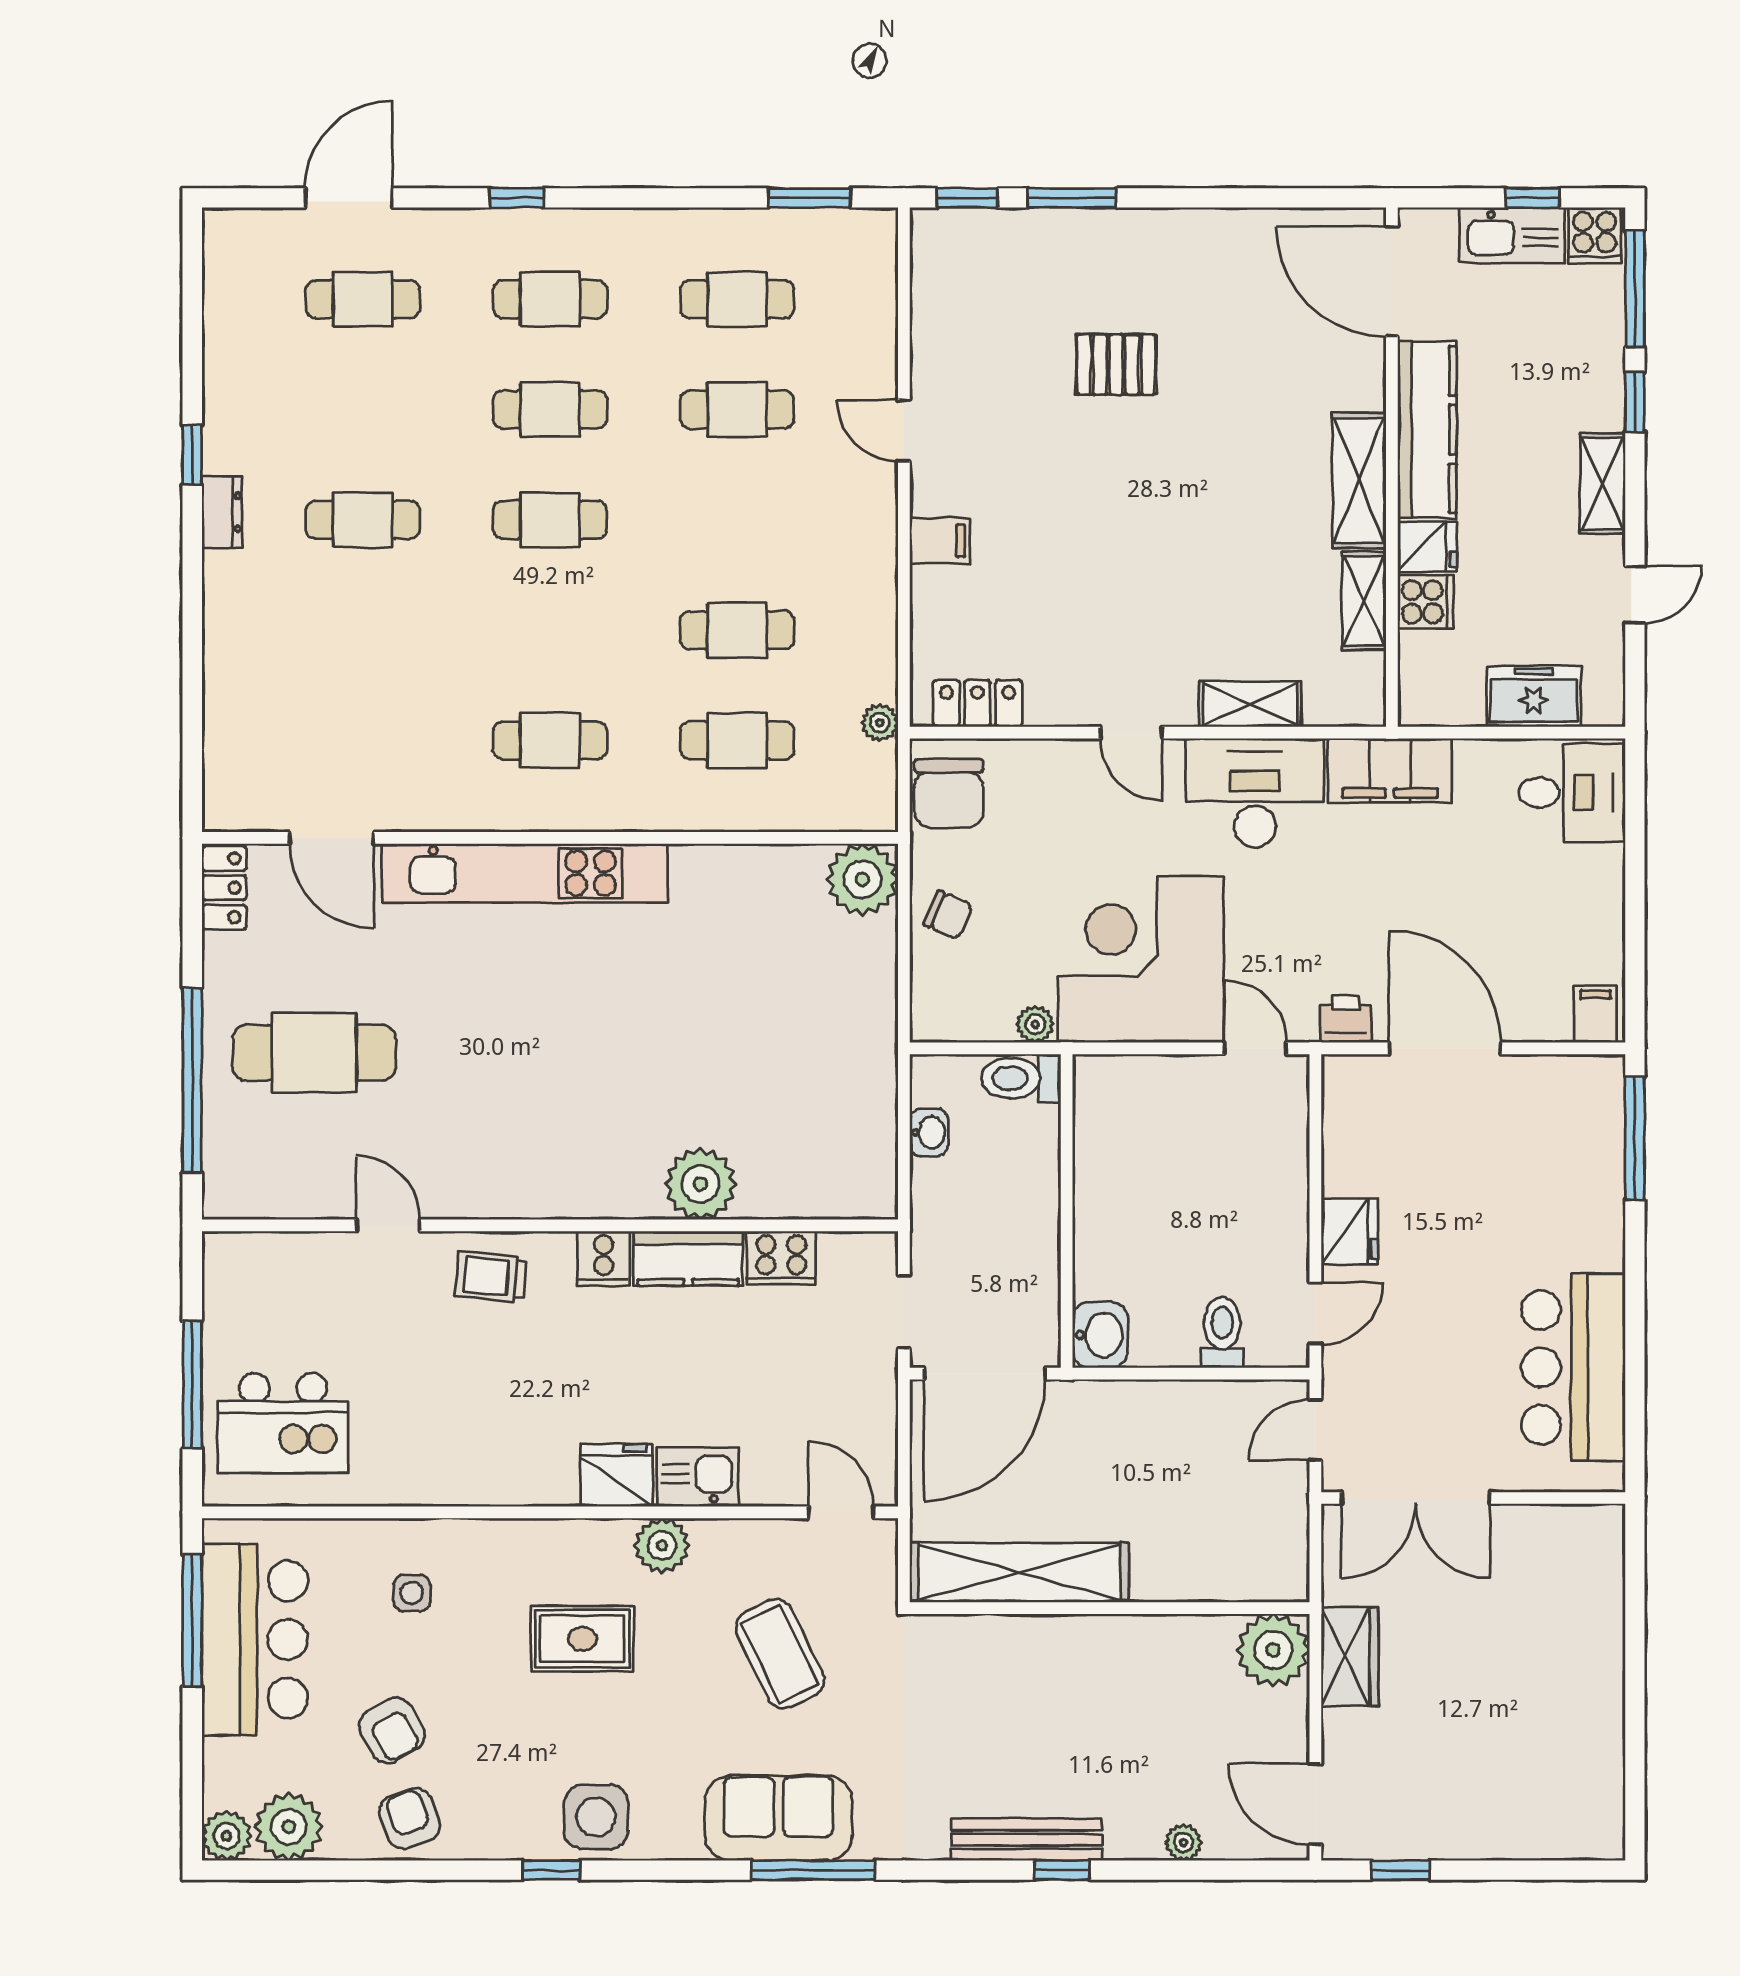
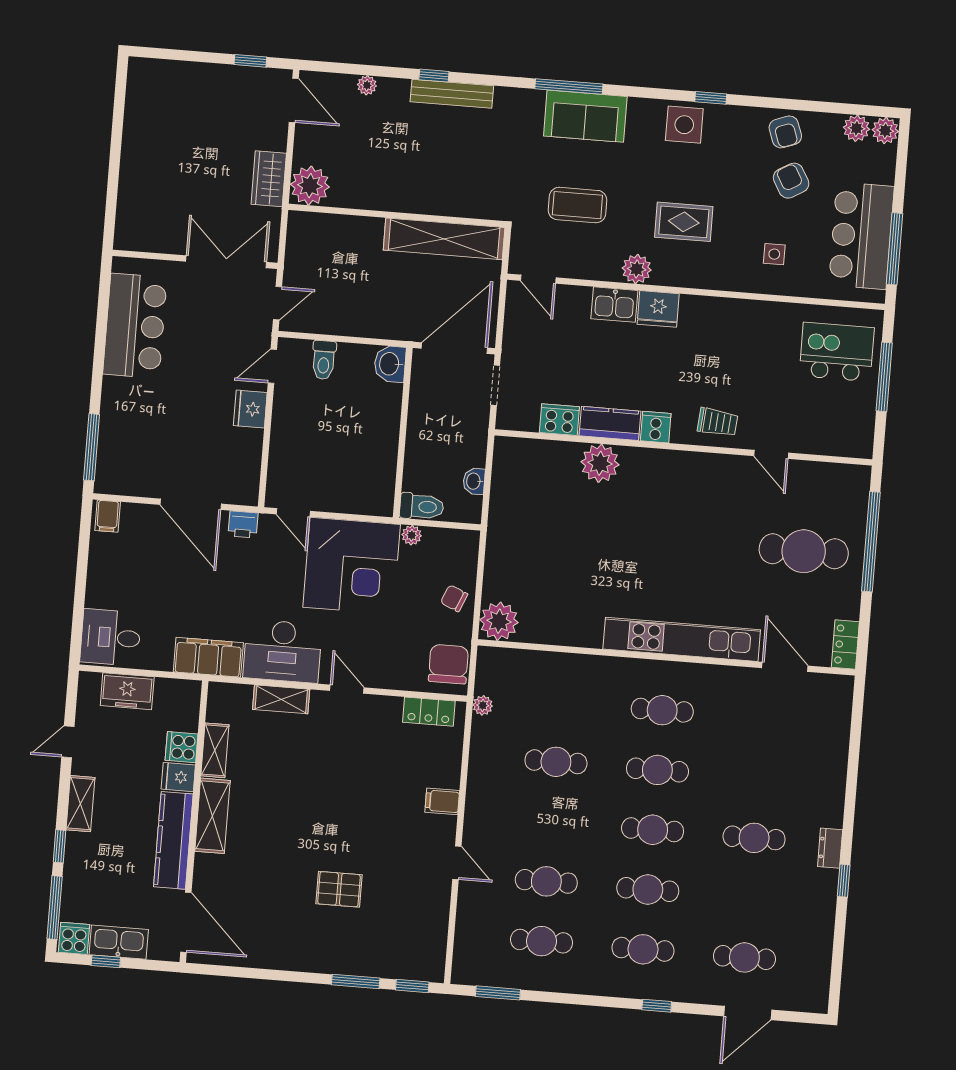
cafe table: (737, 740) -> (657, 770), moved
coffee table: (780, 1654) -> (577, 205), turned -64
plant: (289, 1827) -> (856, 128), width x0.73, depth x0.73

